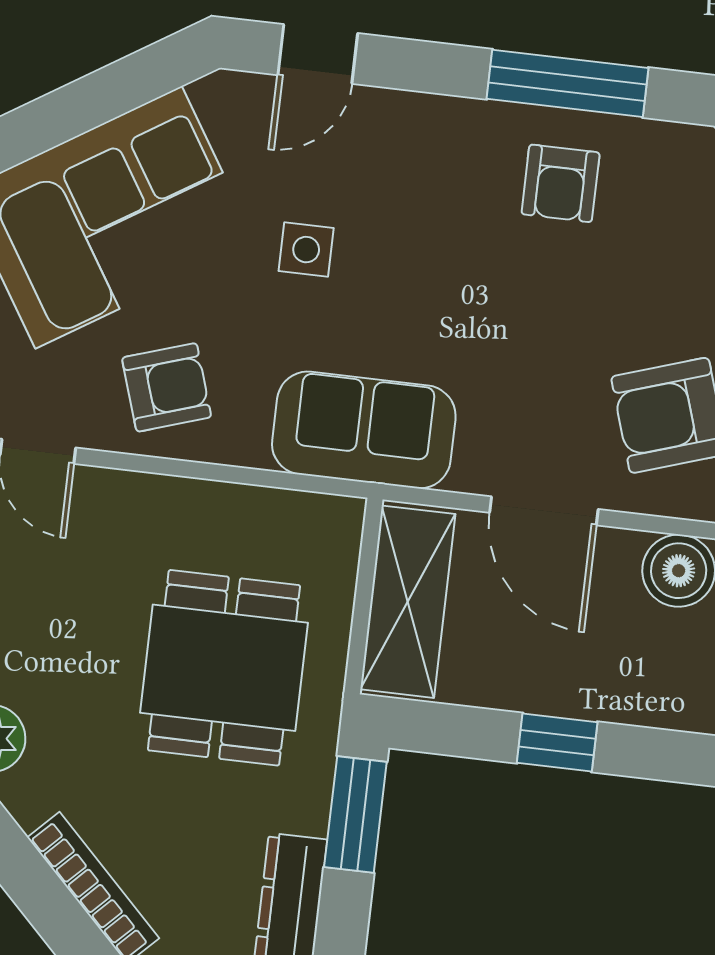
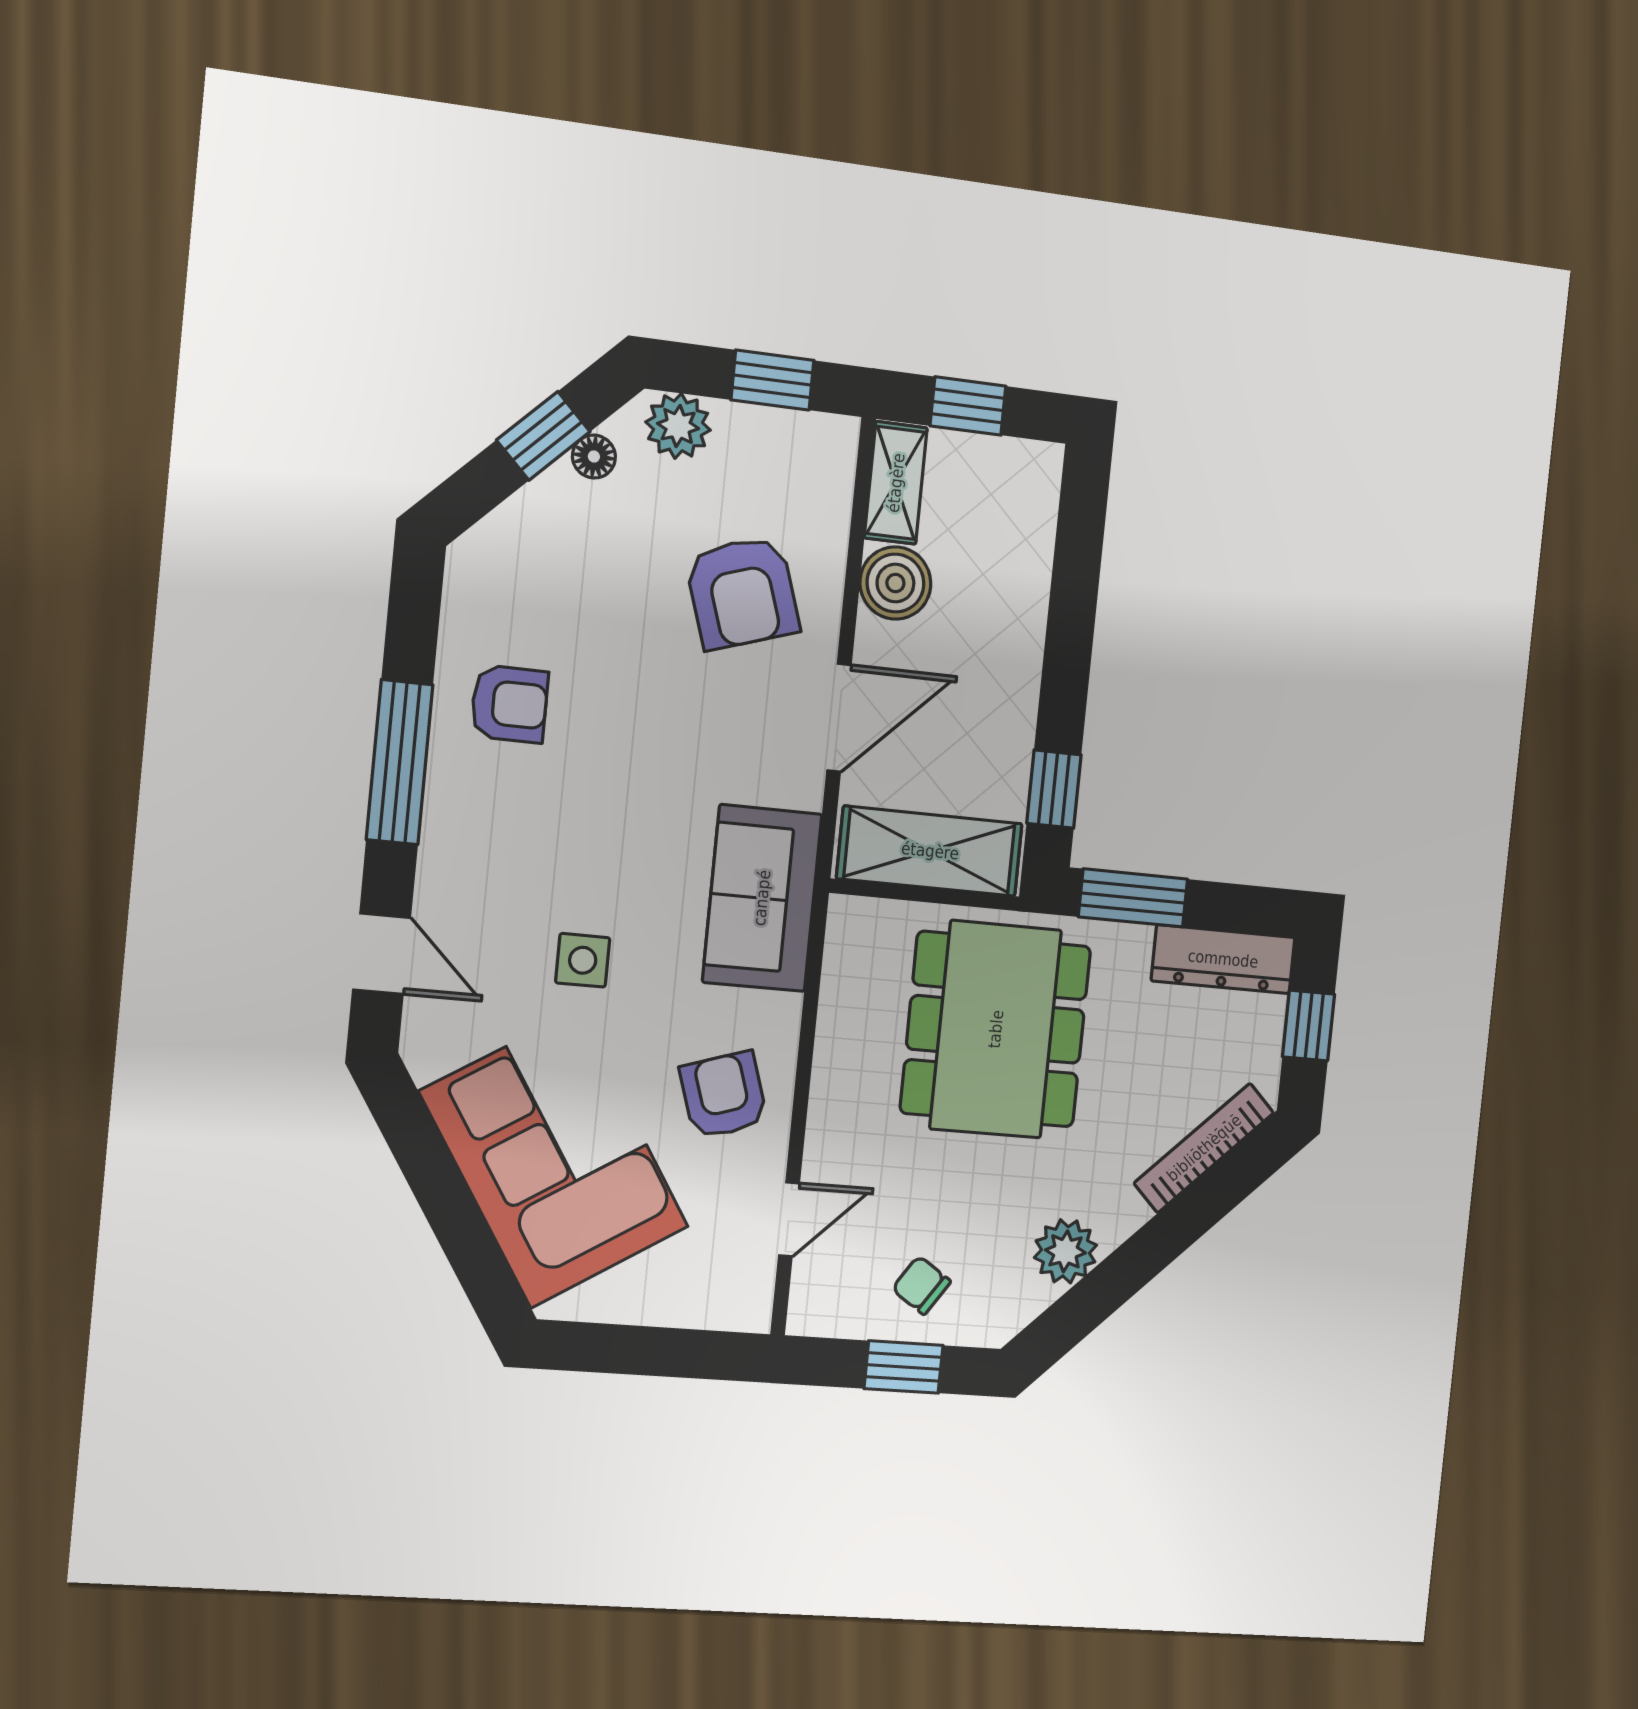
window: (567, 83) -> (400, 762), moved
dining table: (224, 668) -> (996, 1029), width x1.38
window: (557, 742) -> (1054, 789), moved

